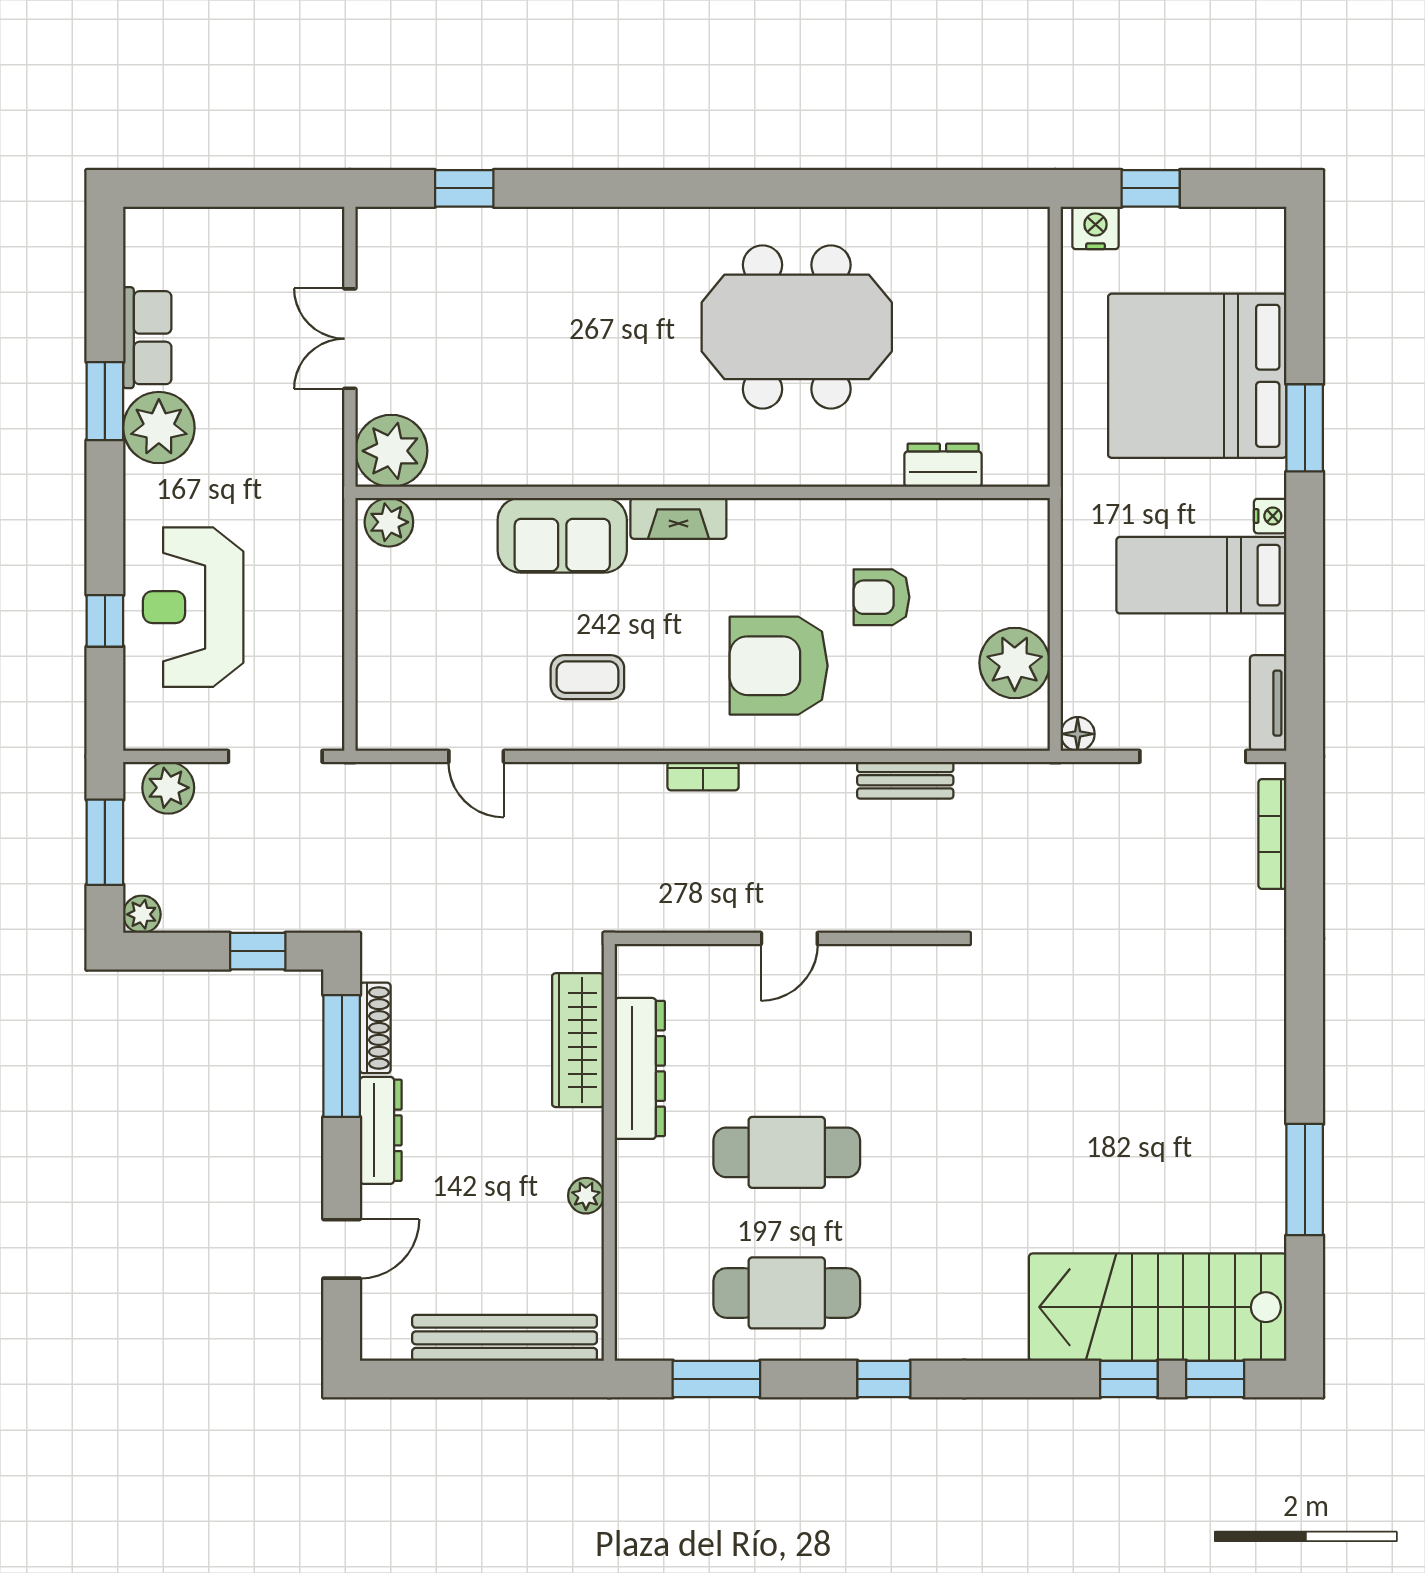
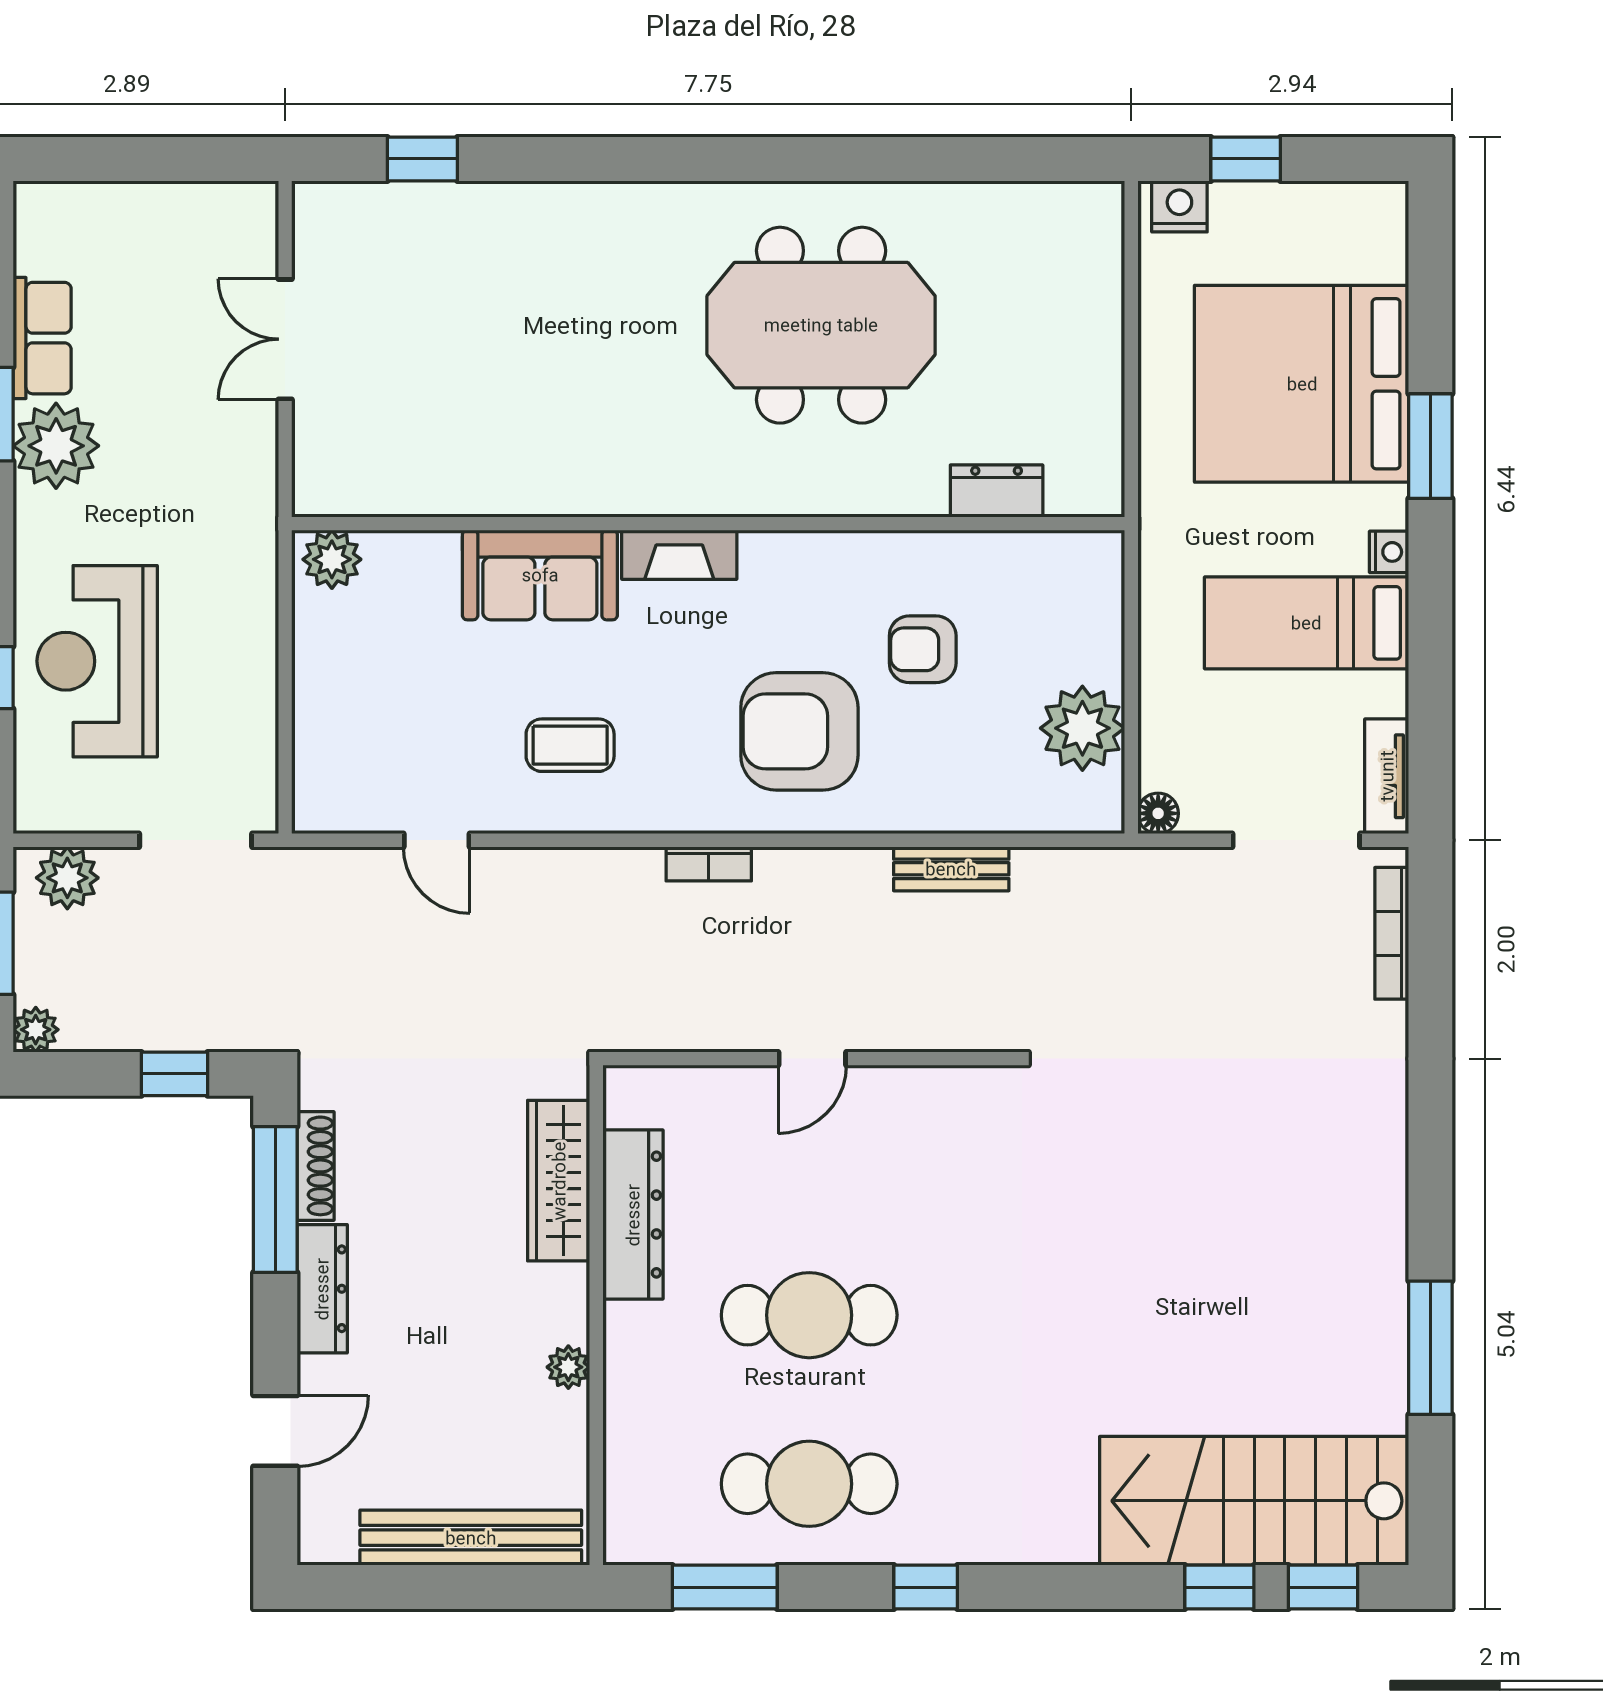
plant: (391, 451) -> (335, 474), removed

